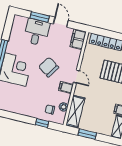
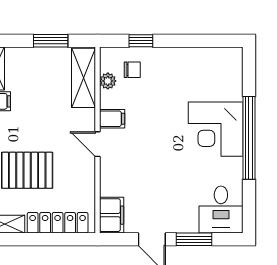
desk: (37, 32) -> (221, 210), moved
chair: (49, 67) -> (154, 149), removed

